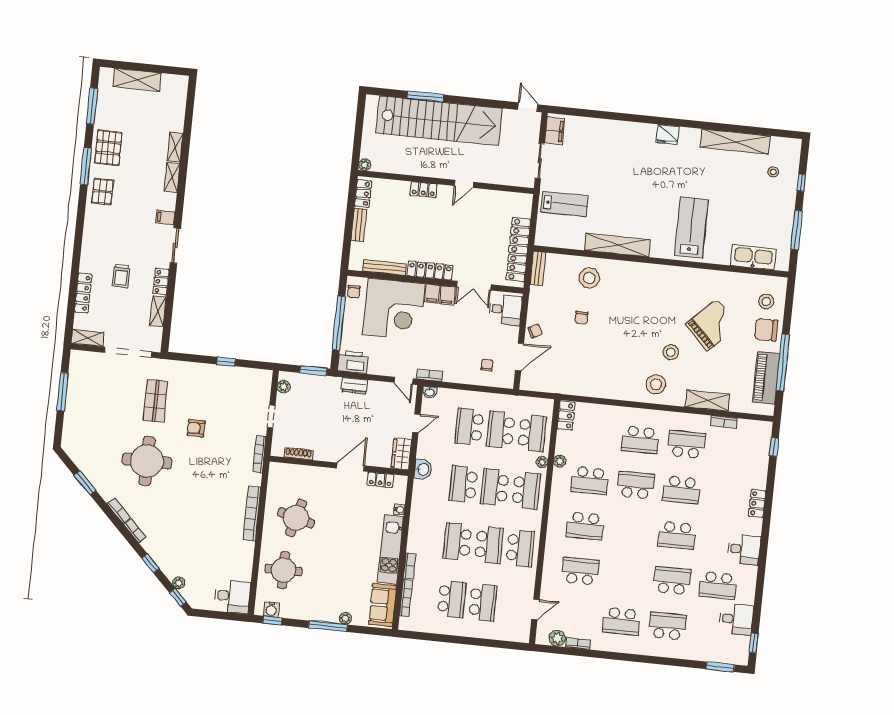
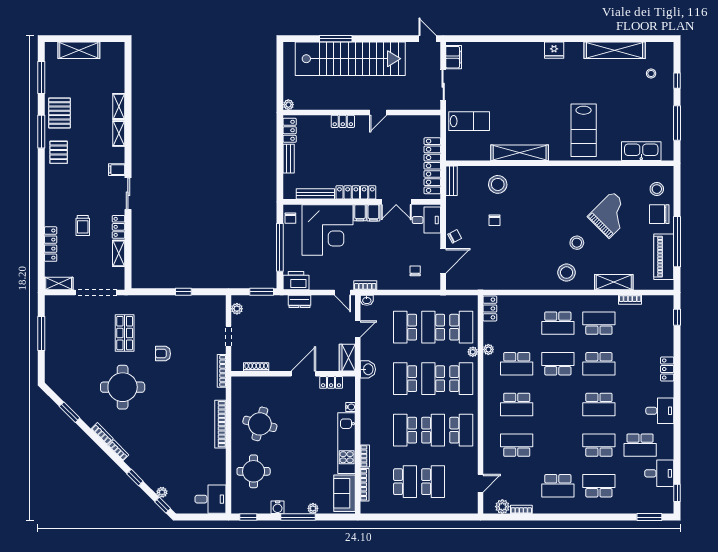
lab bench: (691, 227) -> (584, 130), turned 180
water cooler: (271, 609) -> (278, 507), moved

